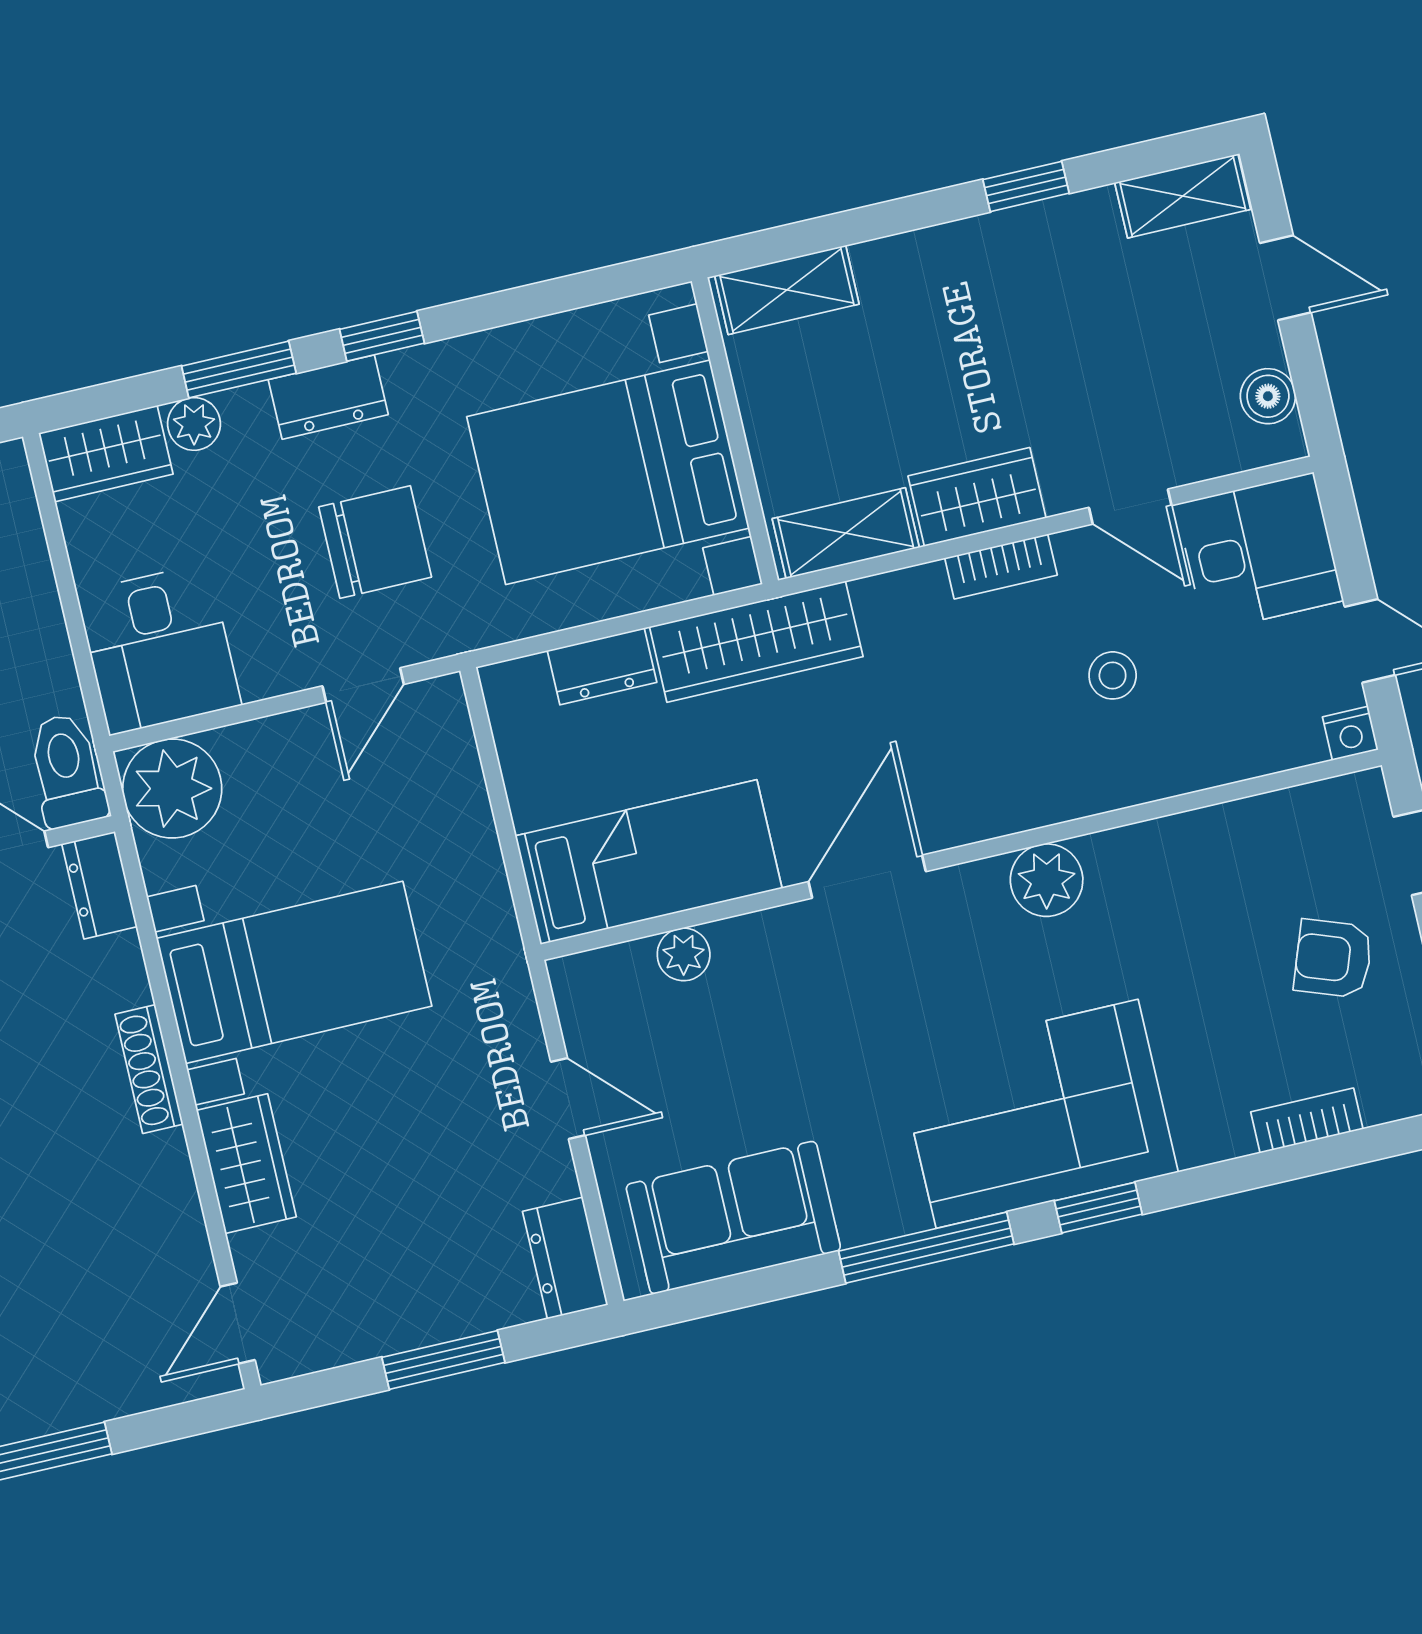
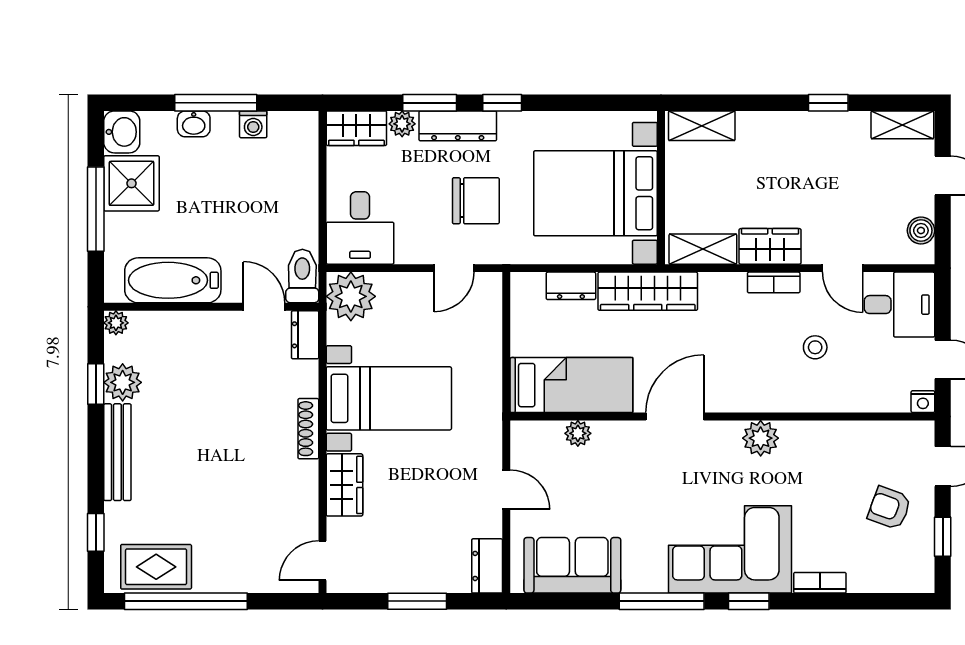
dresser: (328, 397) -> (458, 126), width x1.44
bookcase: (1307, 1120) -> (820, 583), moved

